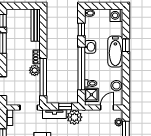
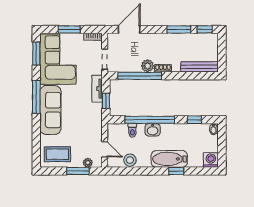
washbasin: (90, 47) -> (153, 130), moved
shower: (91, 95) -> (119, 131), removed
plant: (74, 117) -> (94, 112), removed

